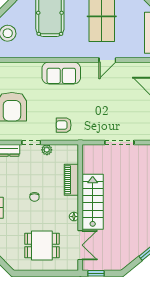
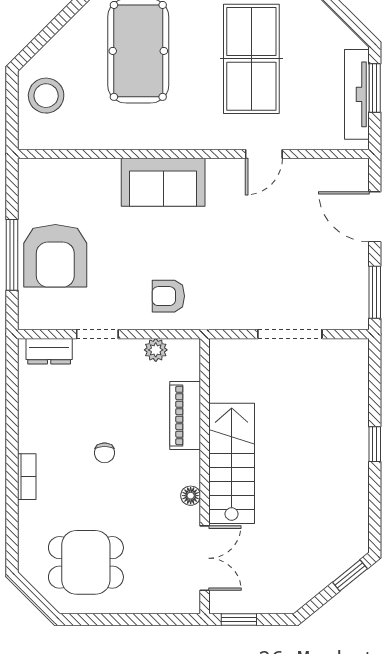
plant: (47, 150) -> (156, 350), moved
dining table: (42, 245) -> (86, 562), moved

